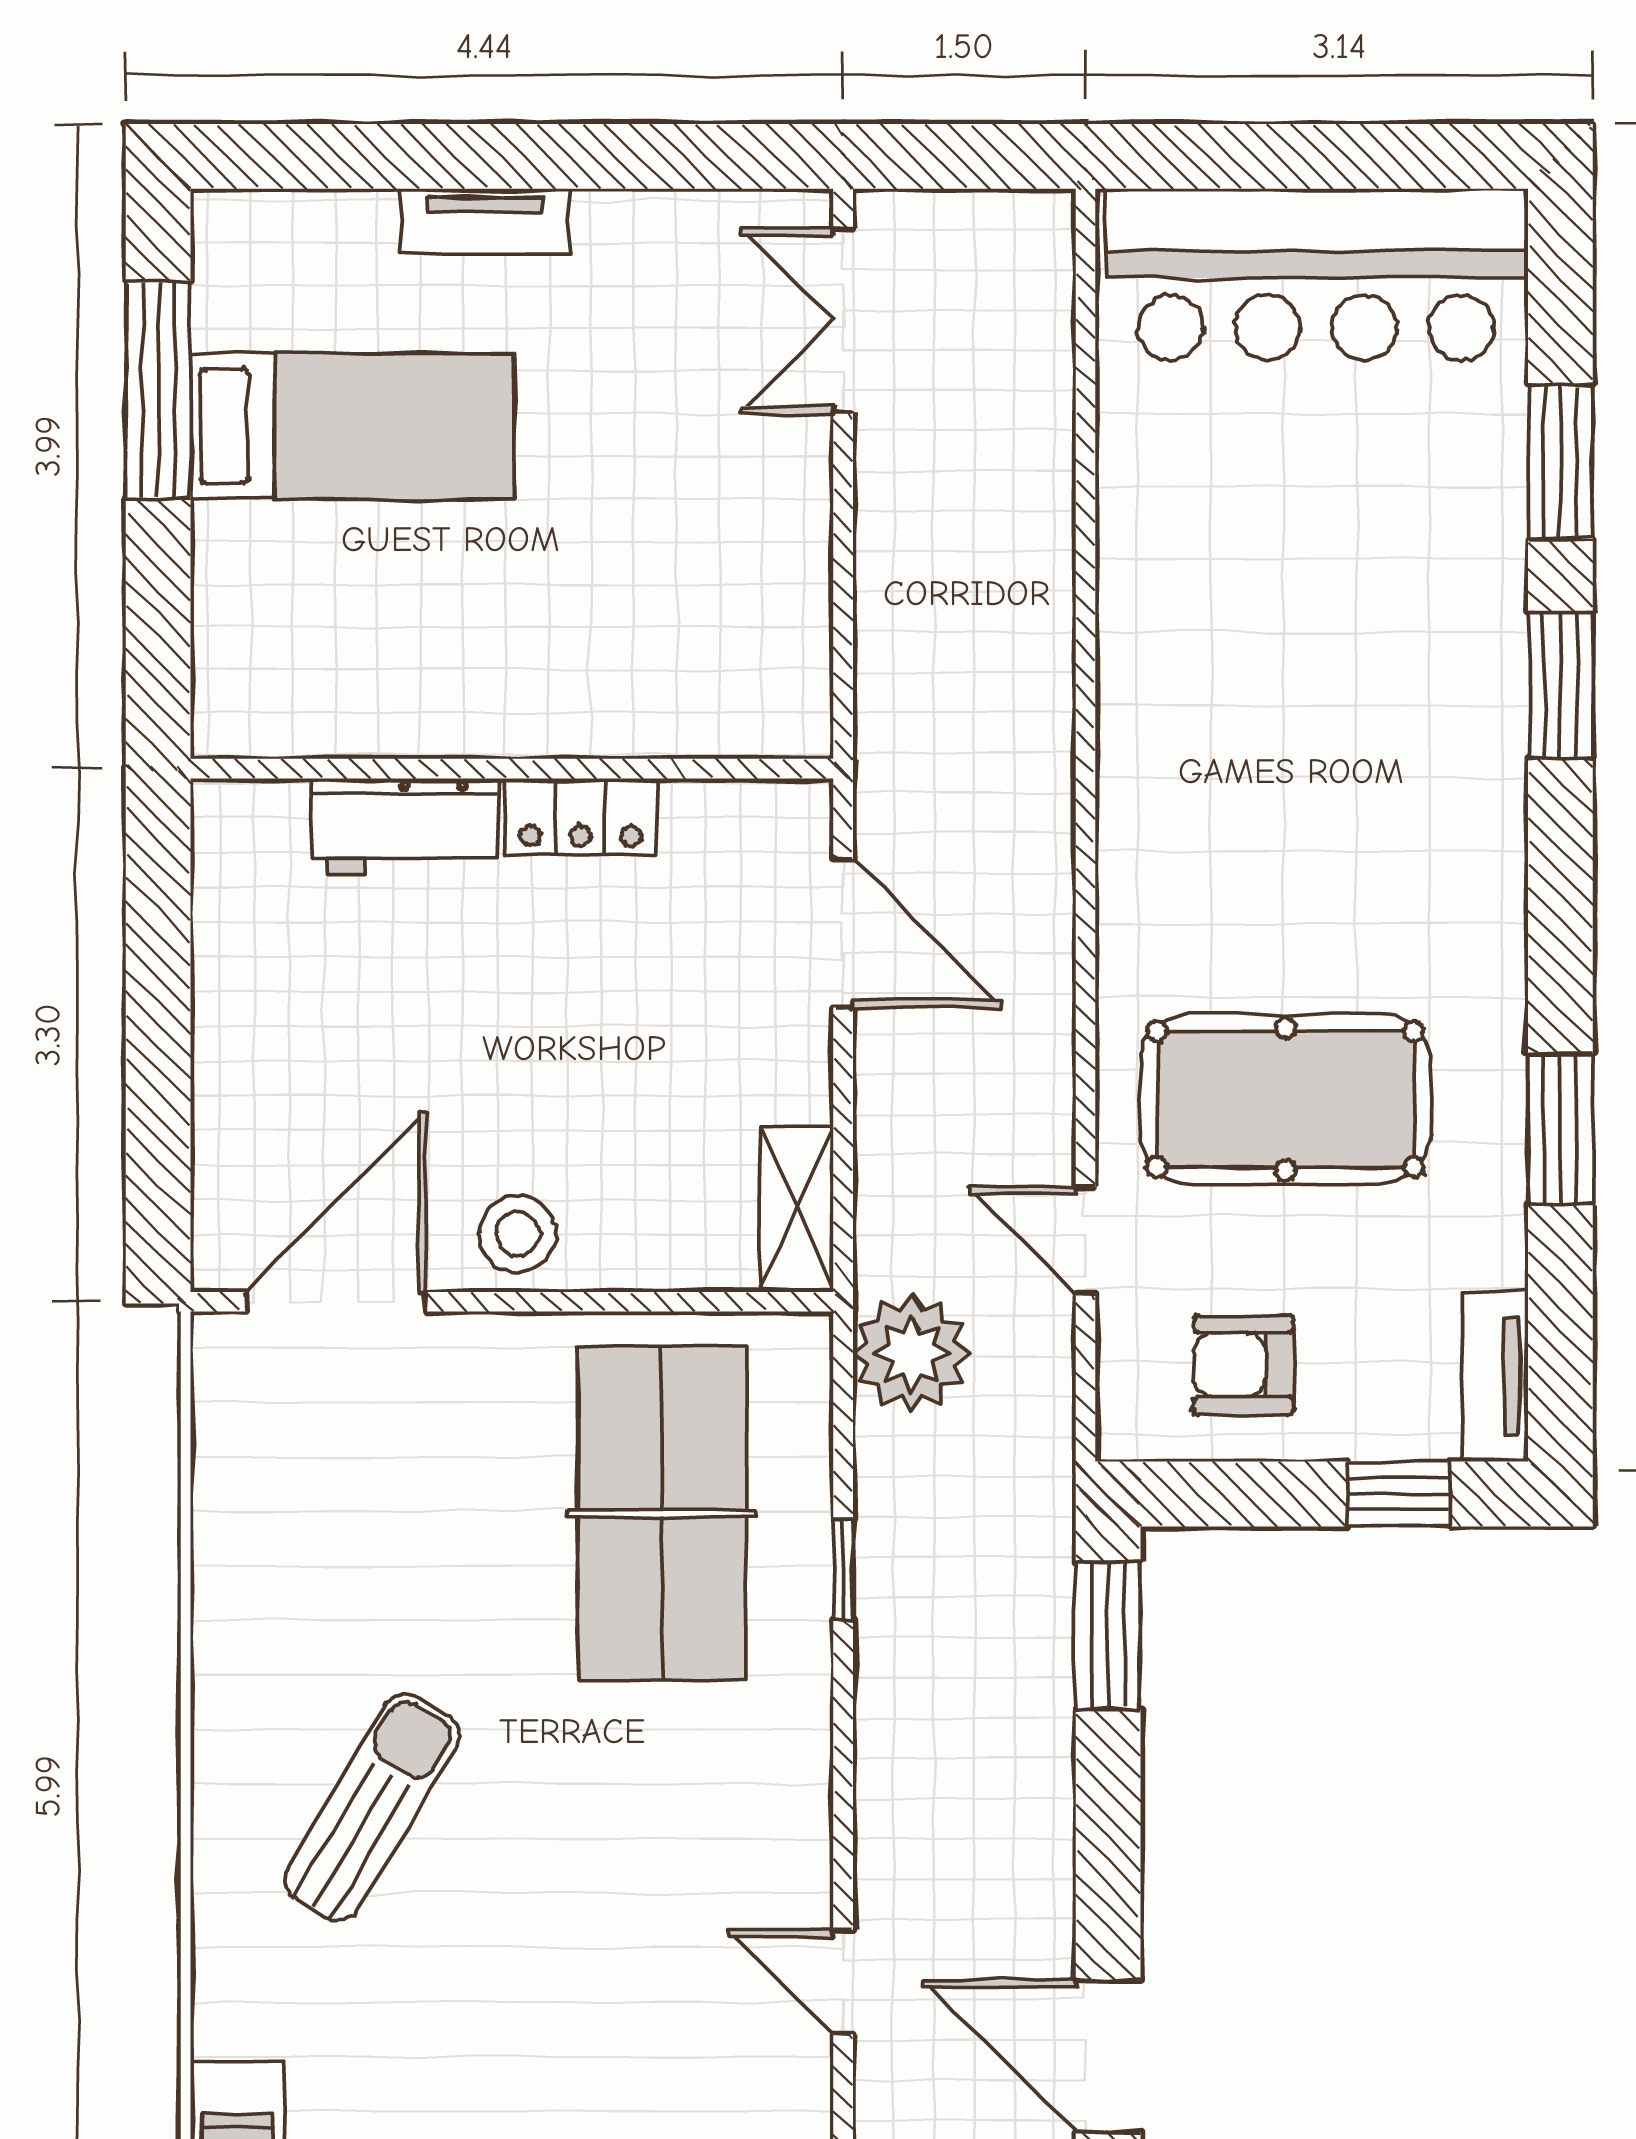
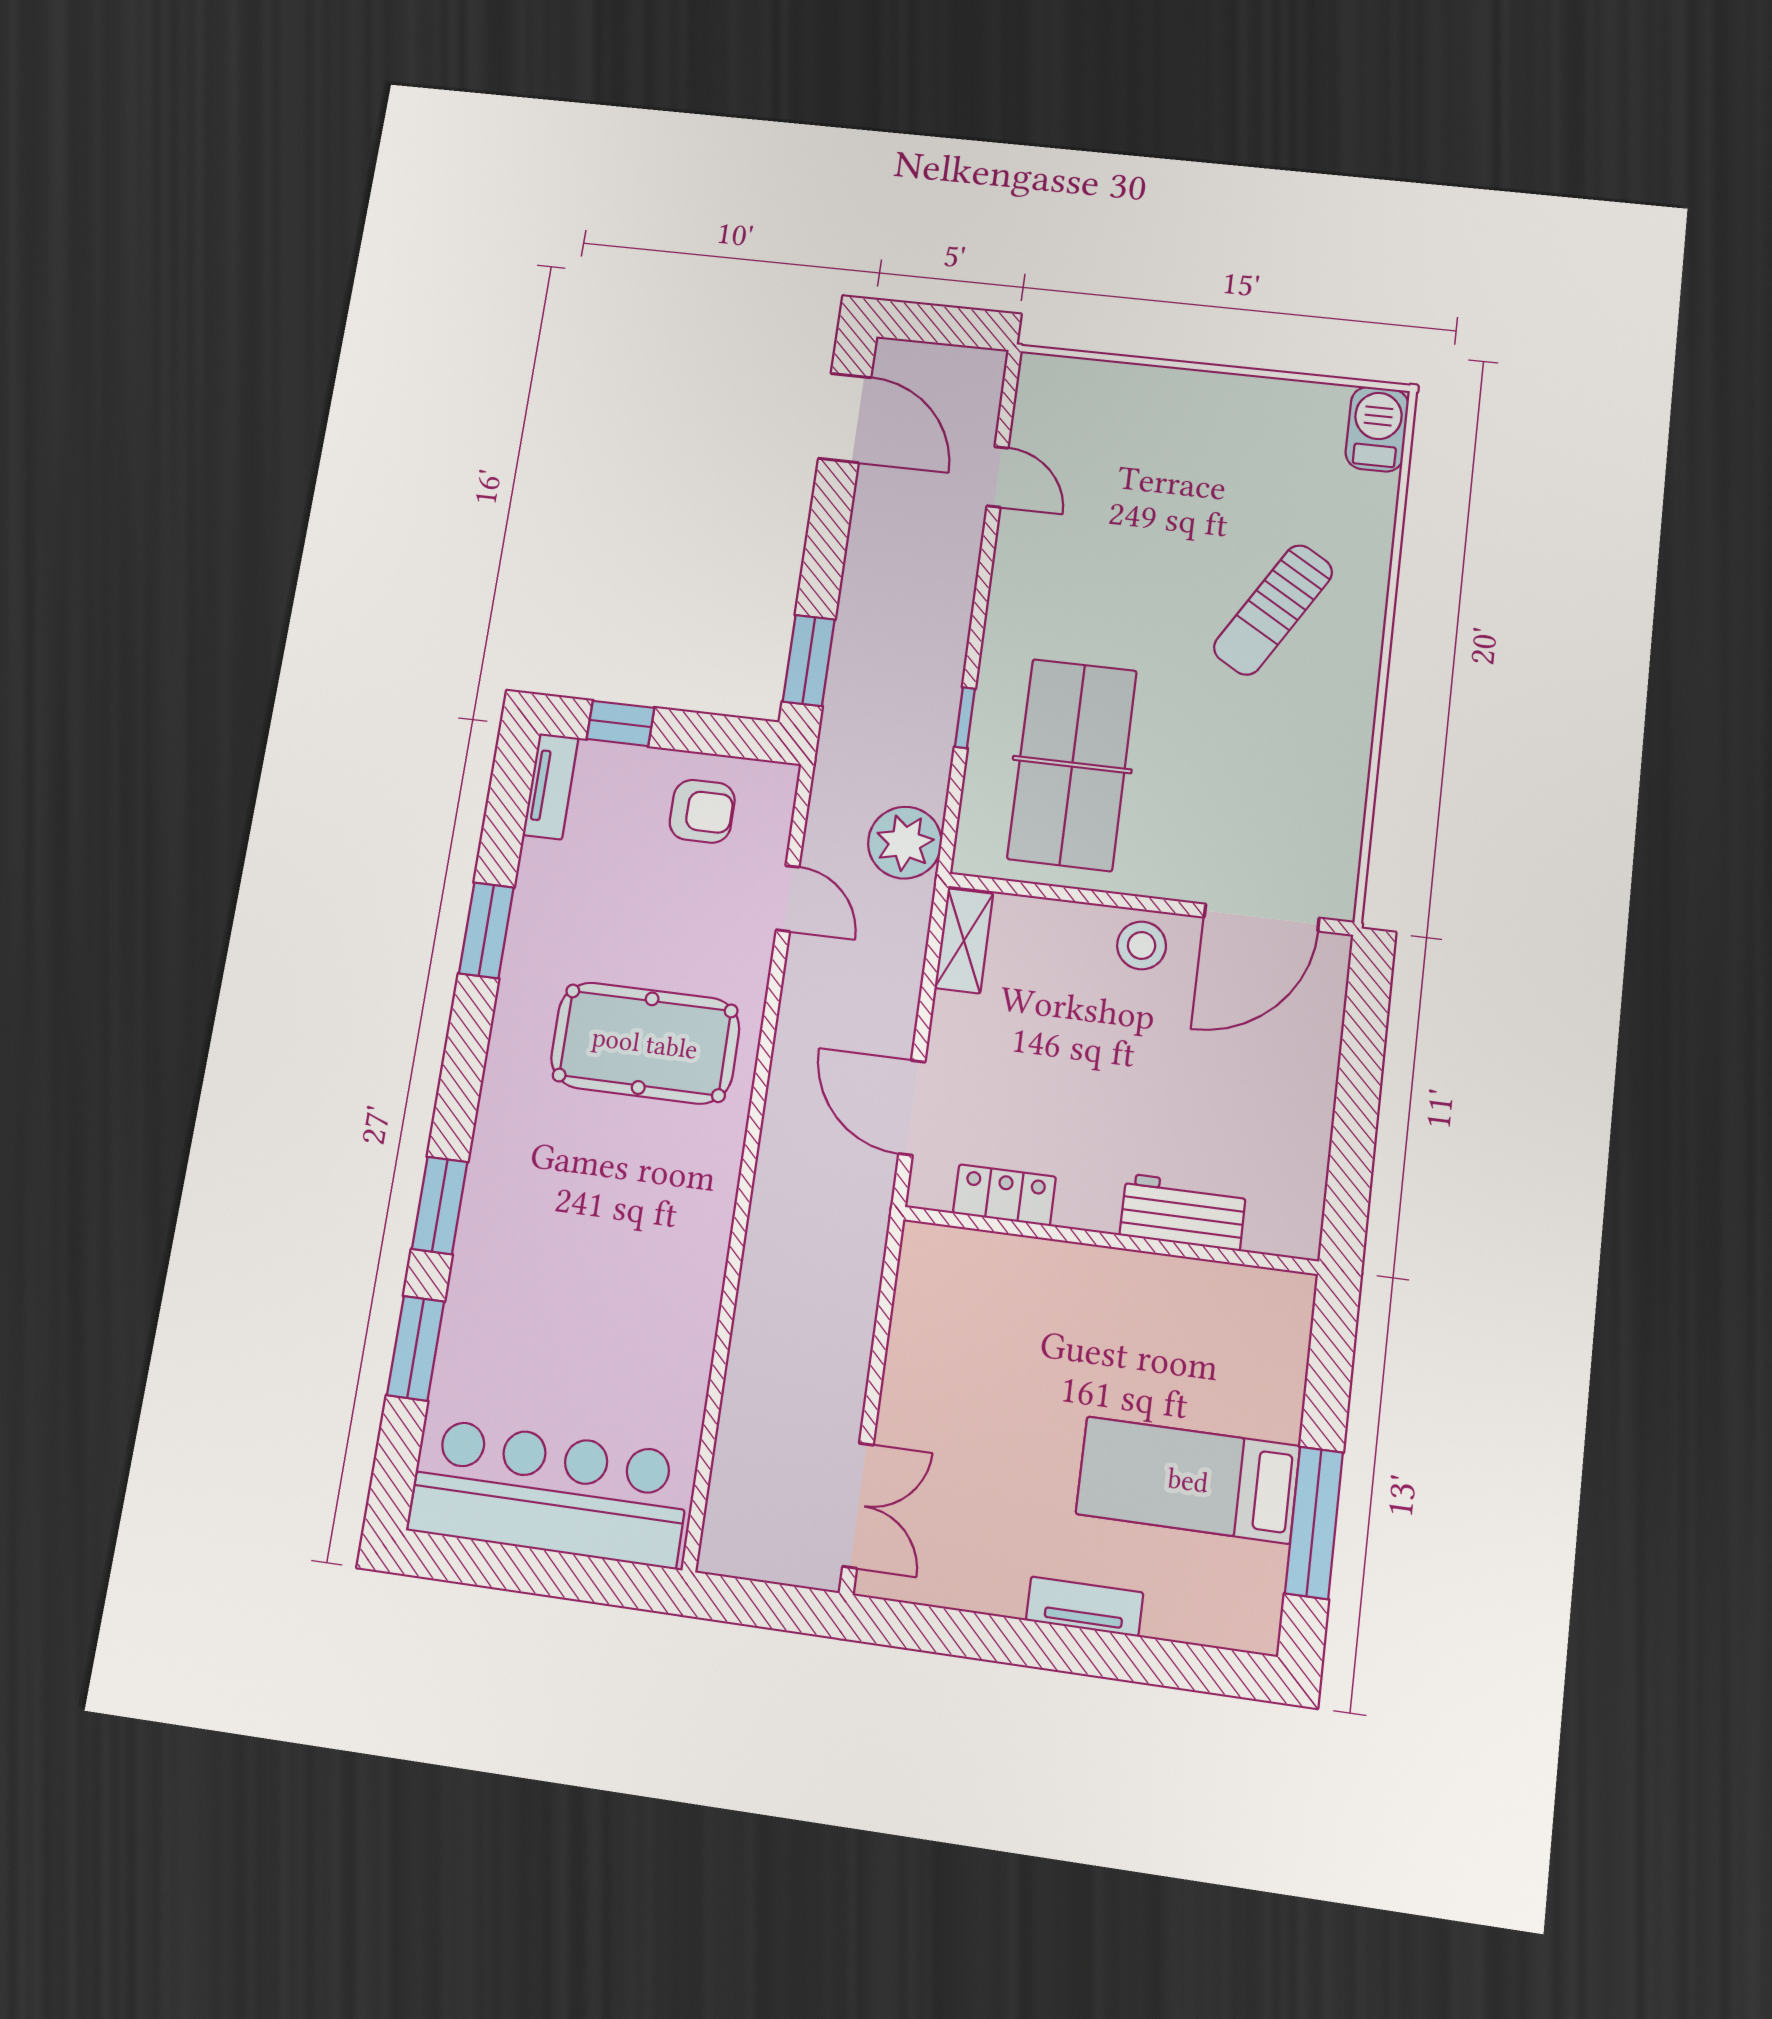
locker: (581, 817) -> (1004, 1195), moved
pool table: (1285, 1099) -> (645, 1043), moved

